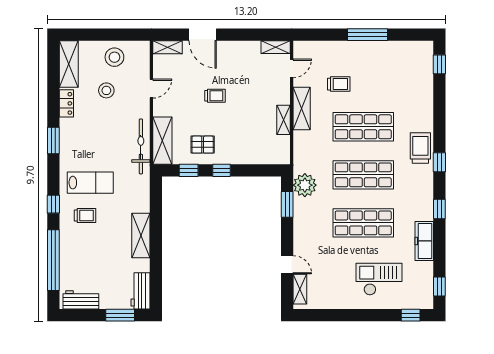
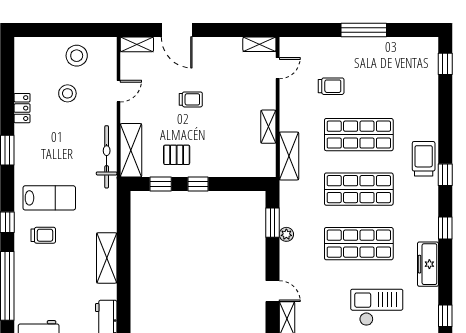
shelving: (69, 64) -> (25, 63), removed
shelving: (302, 109) -> (289, 156), moved
plant: (305, 185) -> (286, 234), moved, width x0.53, depth x0.53

